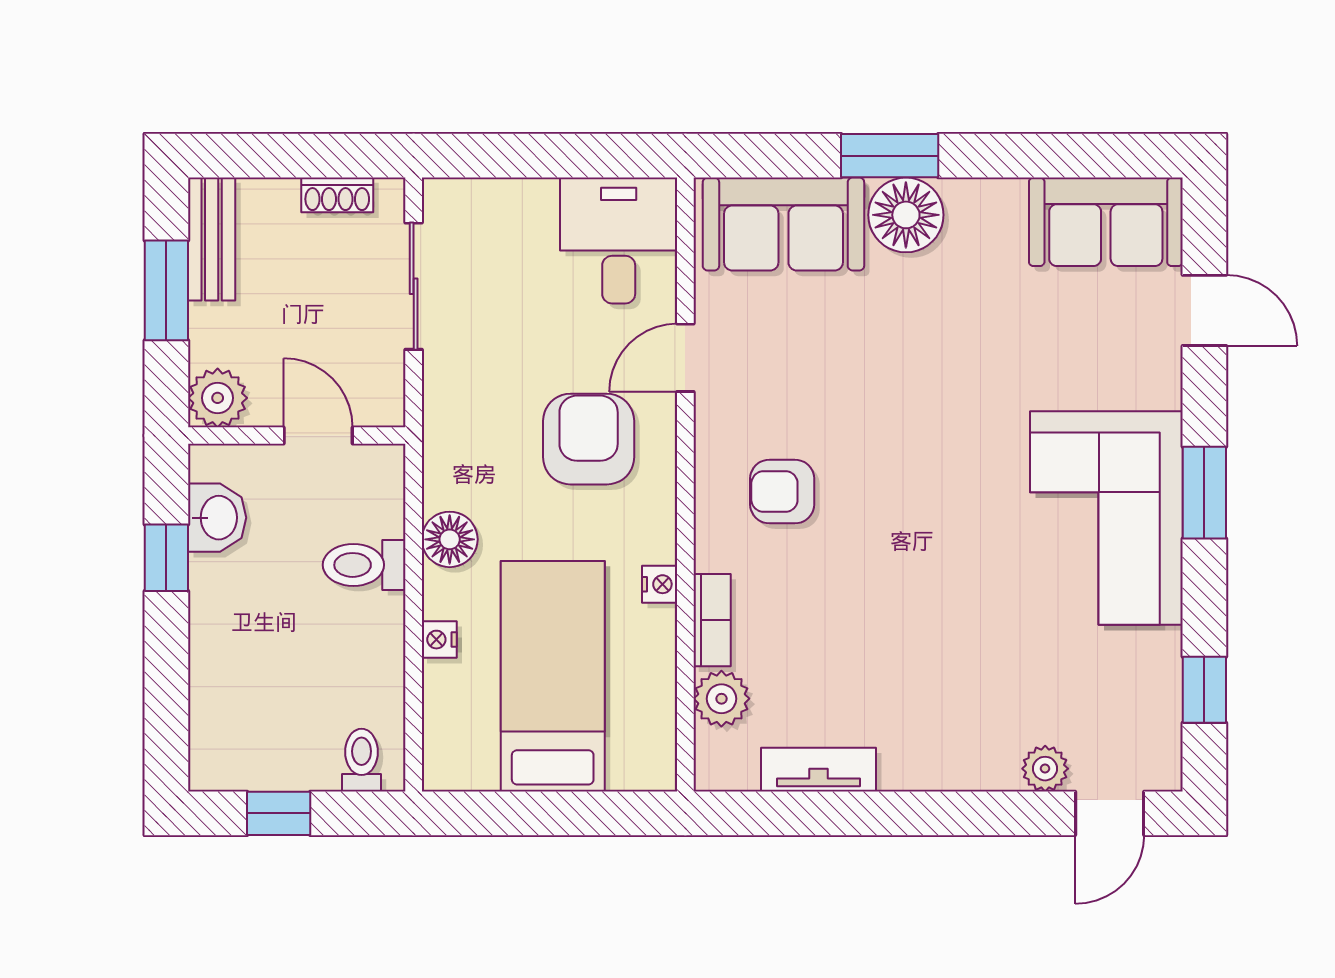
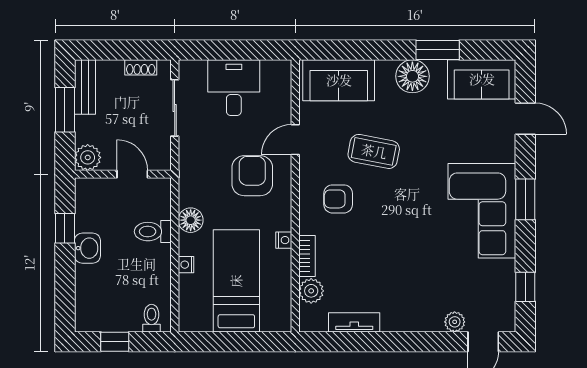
window: (890, 156) -> (438, 50), moved
floor lamp: (906, 215) -> (412, 76), moved
desk: (619, 241) -> (234, 88), moved
coffee table: (862, 384) -> (374, 151), added
washbasin: (217, 518) -> (87, 248), moved

